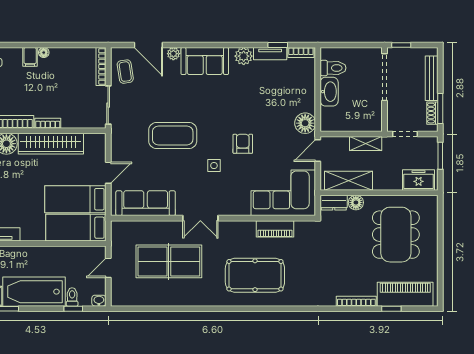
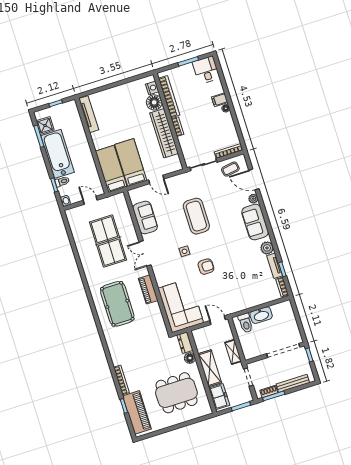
door: (148, 45) -> (254, 179), hinge flipped
toilet: (333, 68) -> (246, 323), moved
floor lamp: (305, 123) -> (234, 305), removed
shelving: (349, 181) -> (210, 368), moved
sofa: (146, 203) -> (145, 217), width x0.73
piano: (275, 229) -> (148, 289), moved

